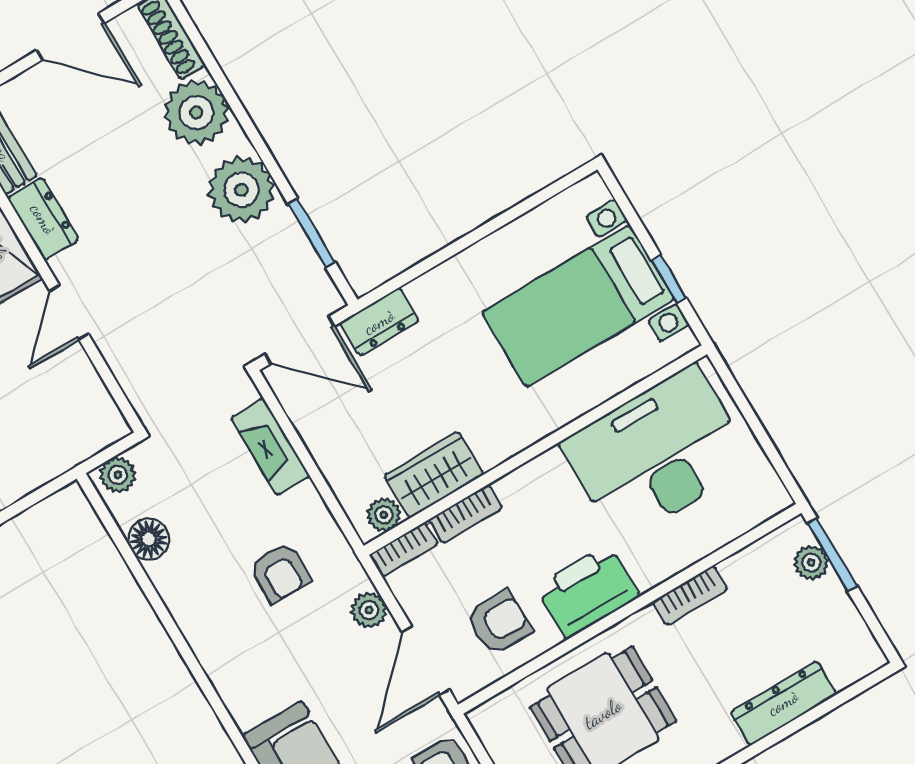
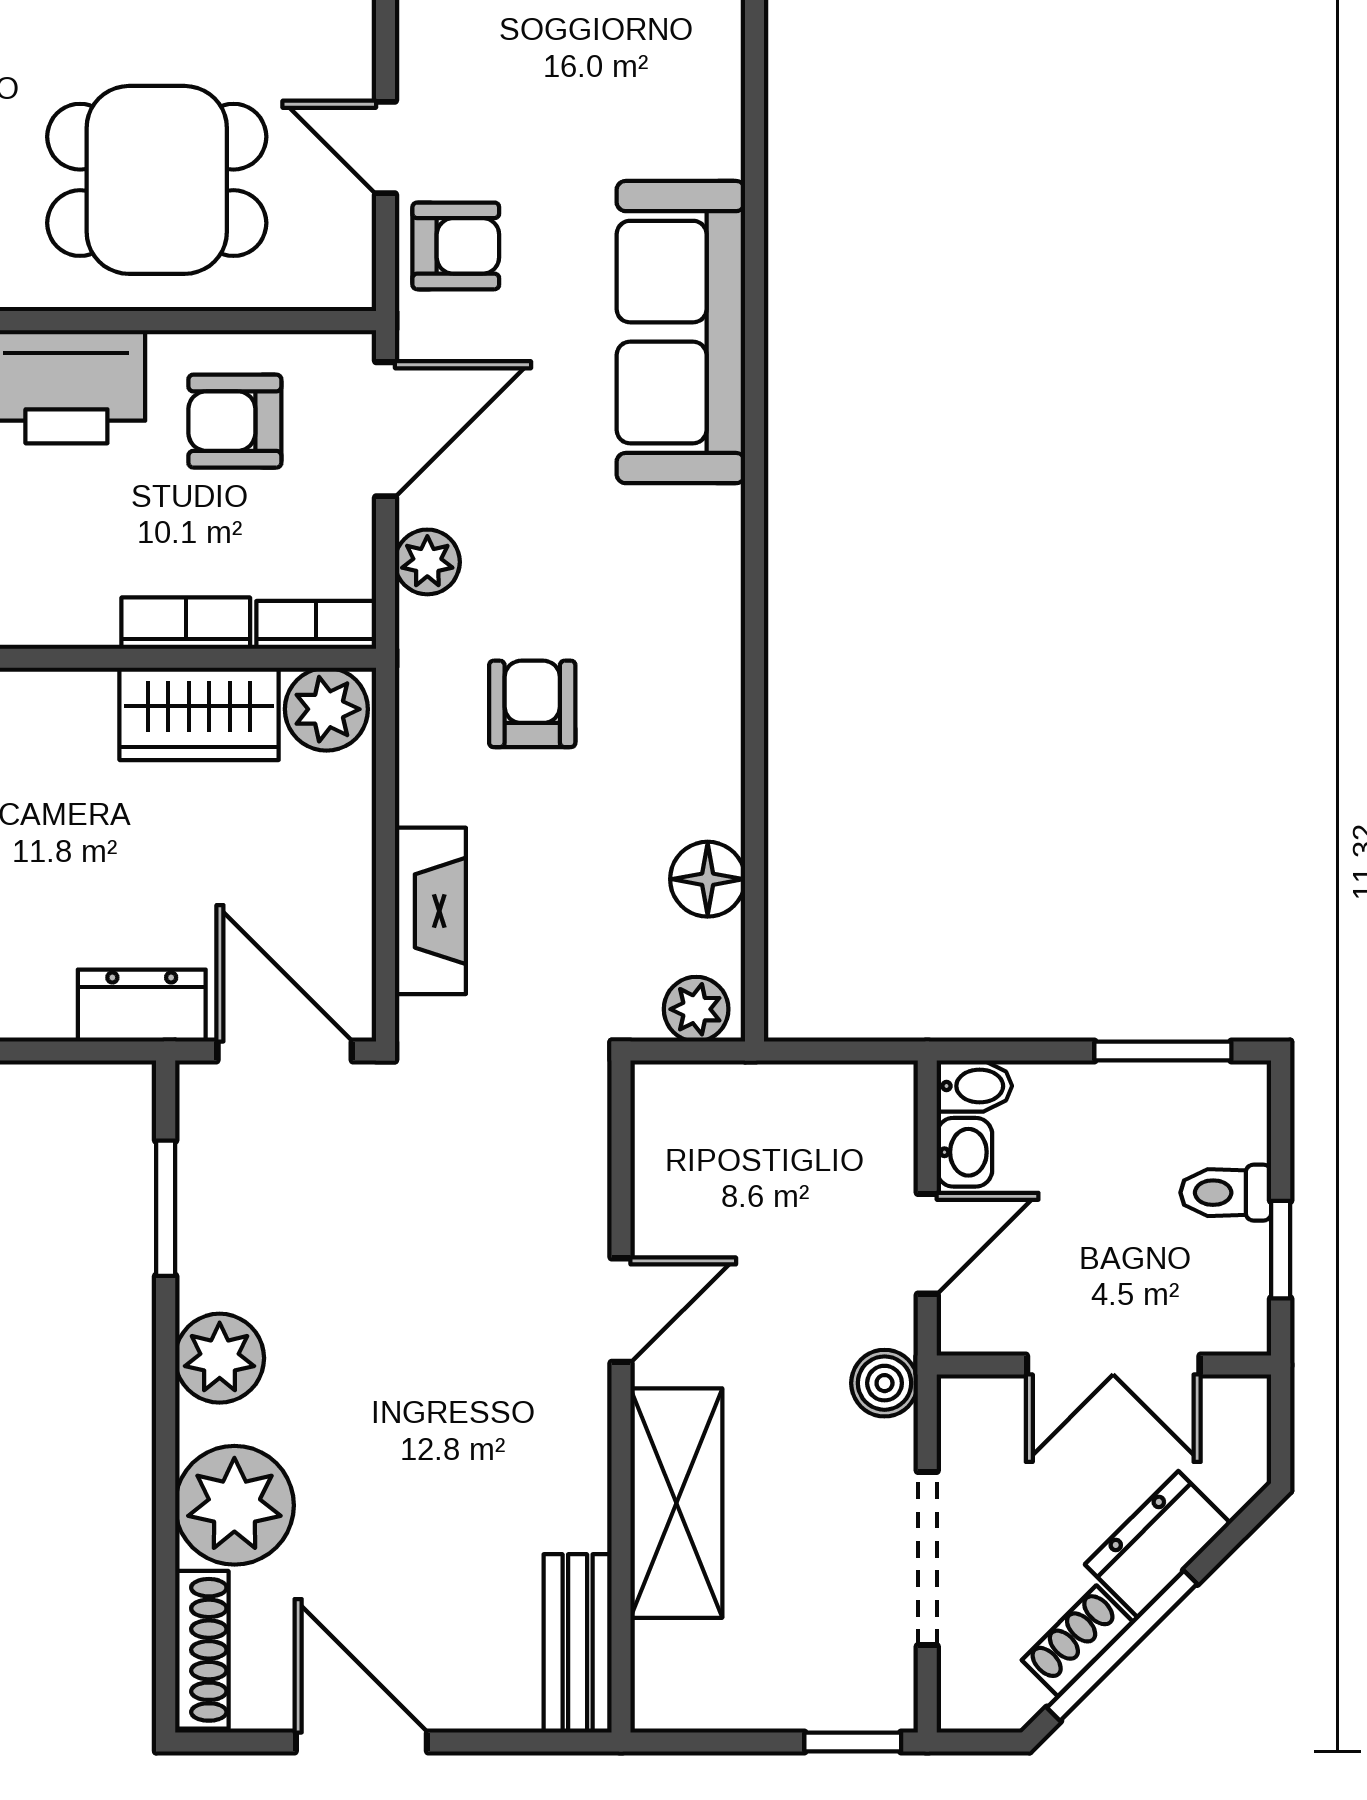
plant: (241, 190) -> (220, 1358), width x0.73, depth x0.73
dresser: (43, 219) -> (574, 1481), removed
plant: (384, 515) -> (326, 709), width x1.38, depth x1.38

